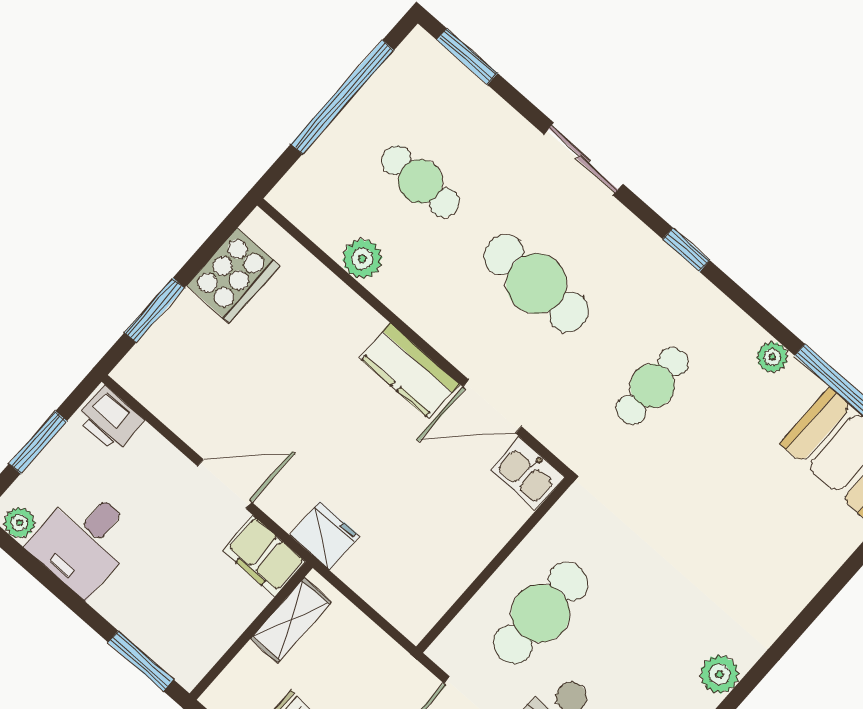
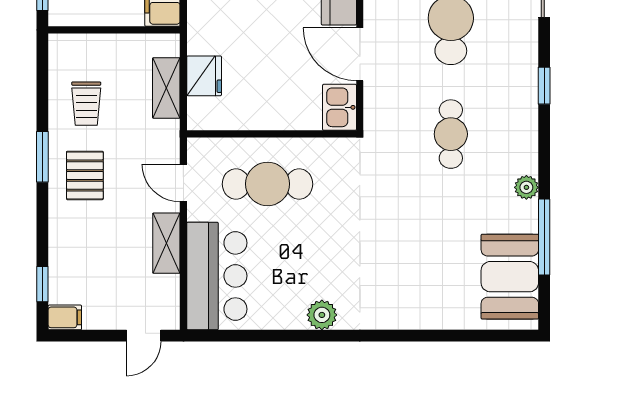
cafe table: (652, 386) -> (451, 134), turned 90
fridge: (325, 536) -> (204, 76), moved
shelving: (291, 620) -> (166, 88), moved, turned 90

